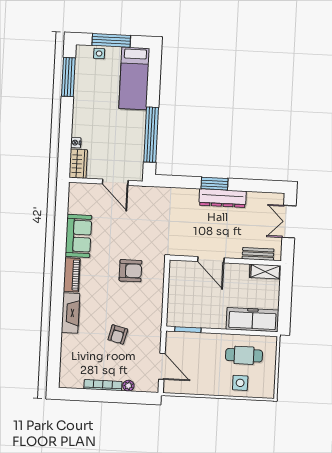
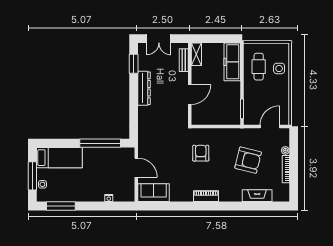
wardrobe: (78, 164) -> (124, 196), removed
door: (115, 182) -> (136, 168), hinge flipped
window: (215, 184) -> (134, 64), moved
sofa: (78, 236) -> (154, 193), moved
fireplace: (70, 313) -> (257, 196), moved
armchair: (118, 334) -> (248, 160), width x1.88, depth x1.88

